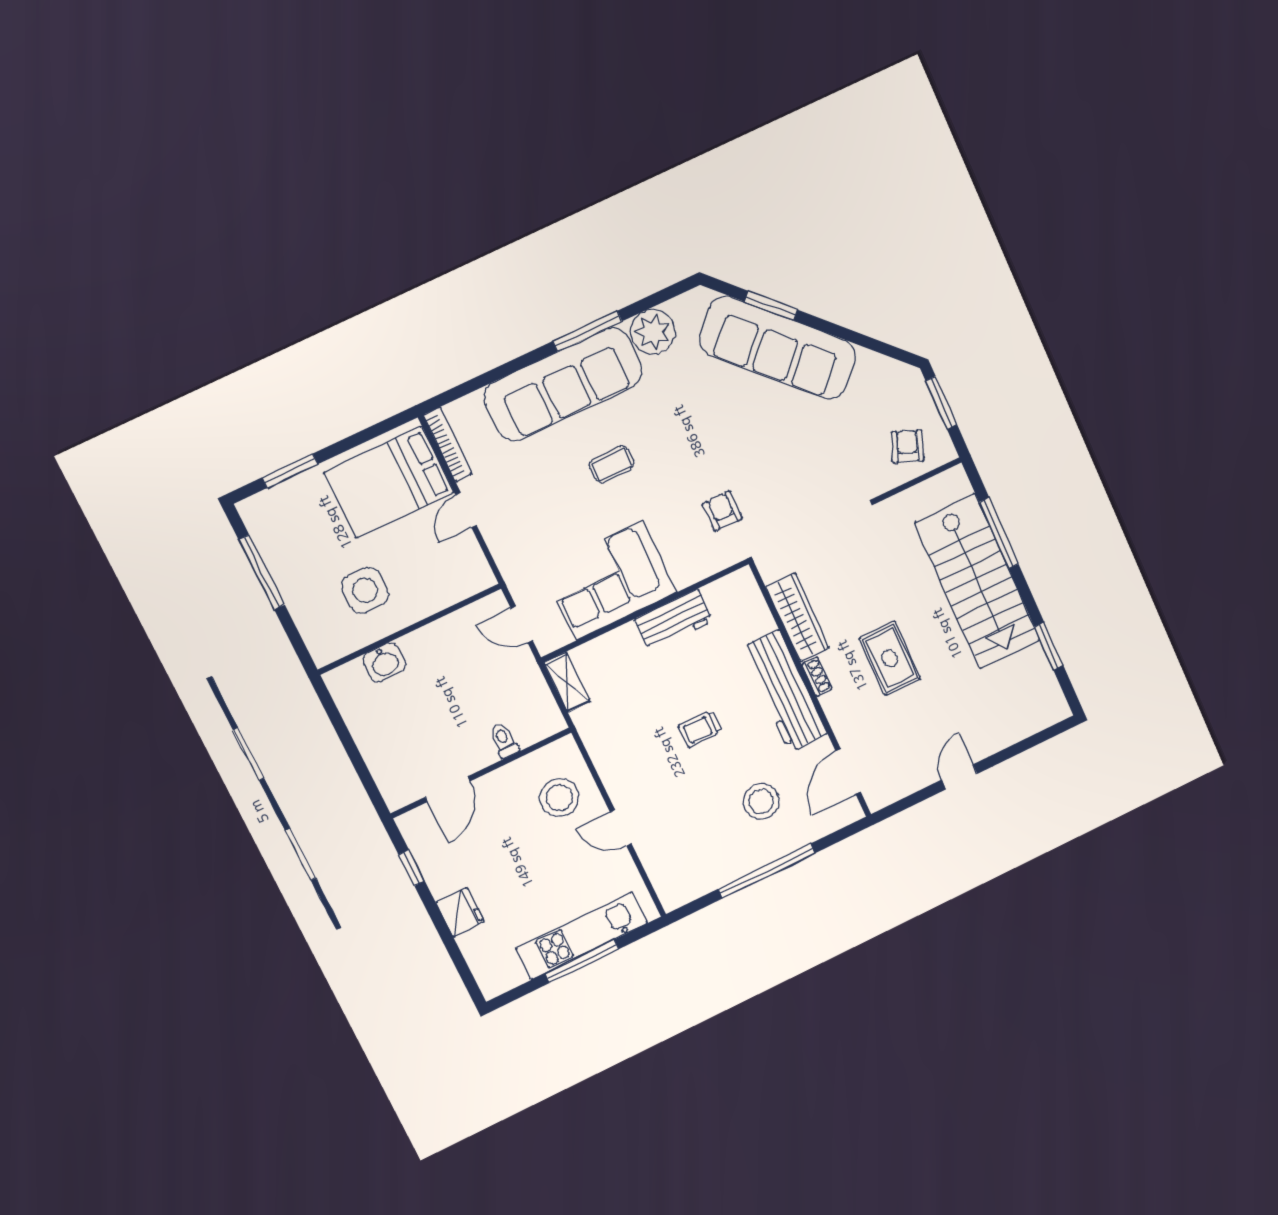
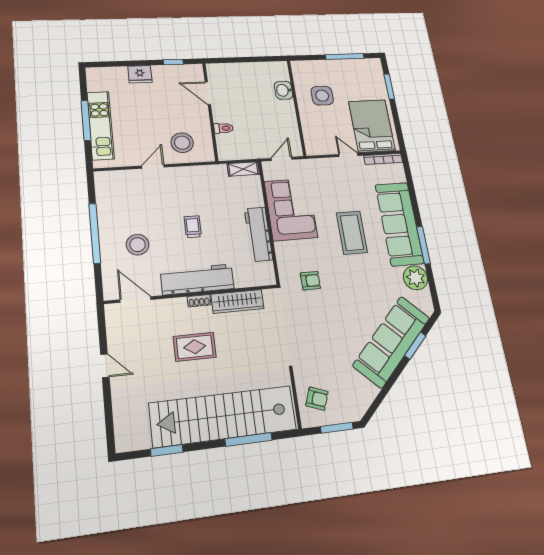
coffee table: (612, 464) -> (352, 233), width x1.86, depth x1.72
stairs: (978, 582) -> (223, 416), width x1.36
workbench: (674, 620) -> (258, 234), width x1.38

